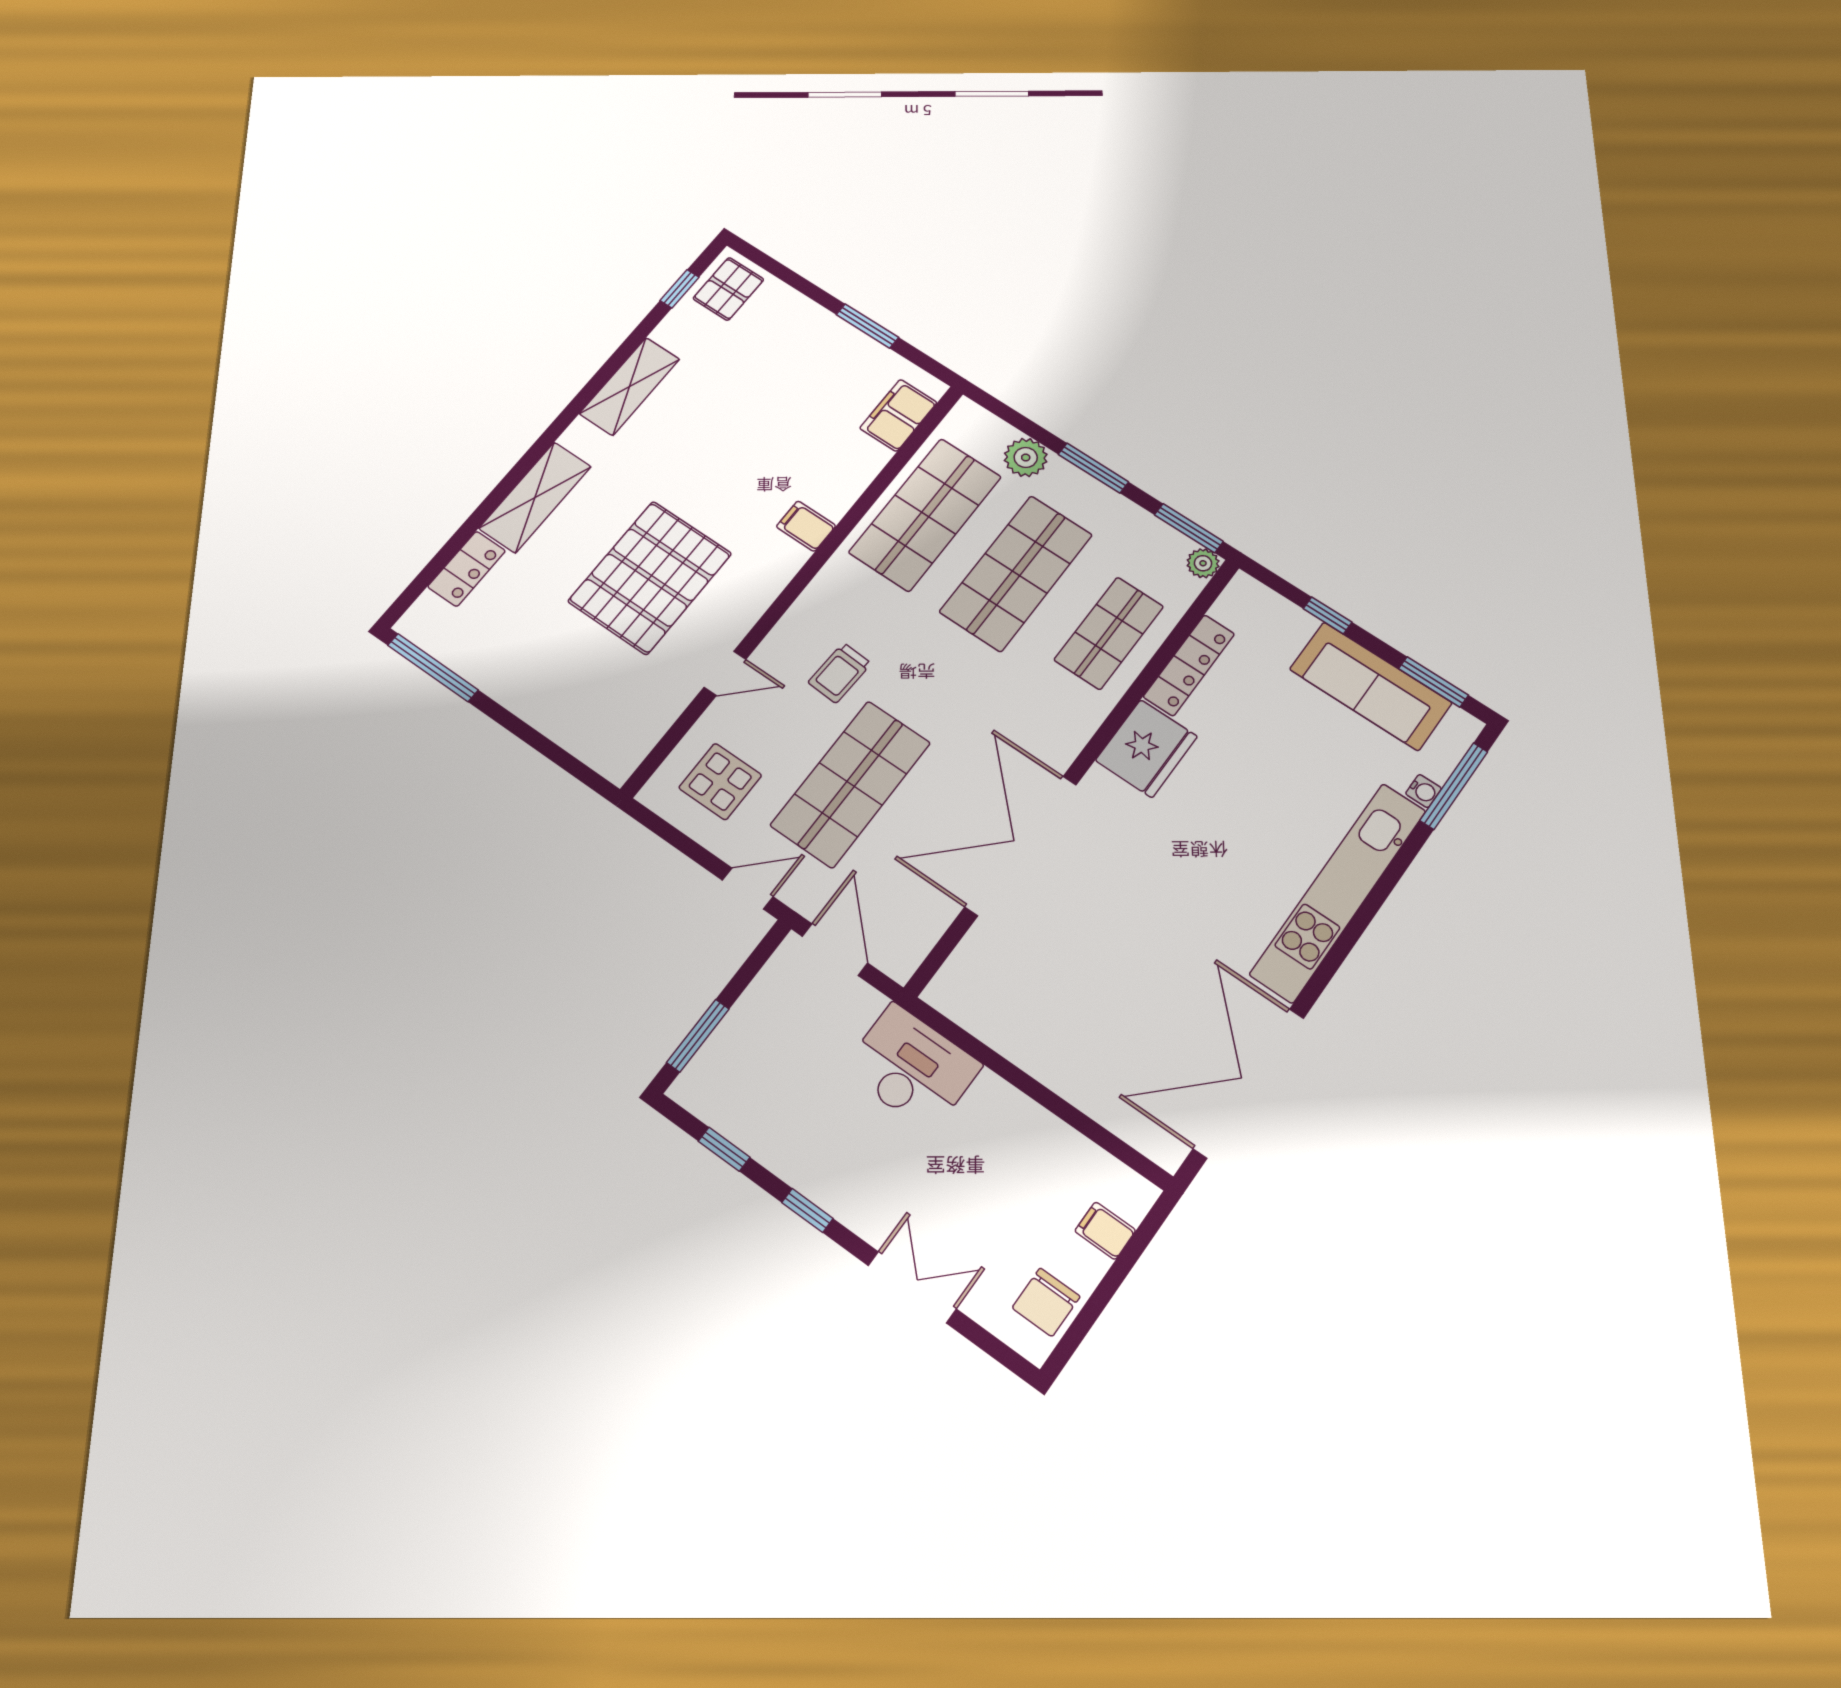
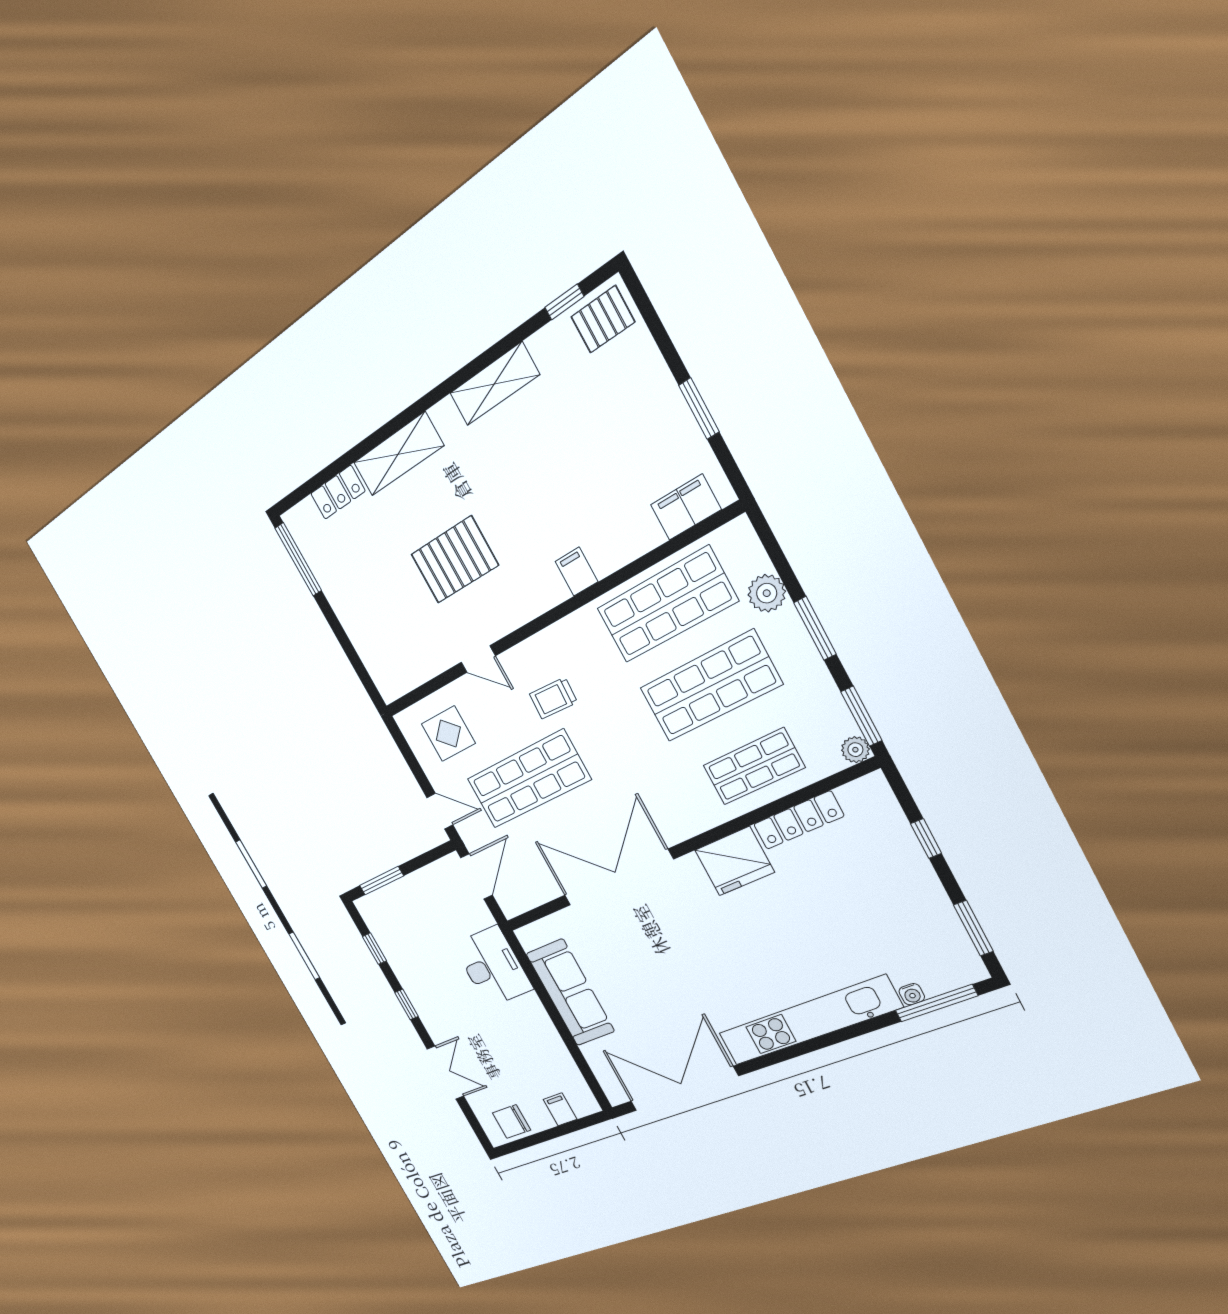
pallet: (650, 577) -> (455, 560), width x0.73, depth x0.71
sofa: (1371, 686) -> (570, 992), moved, turned 180

